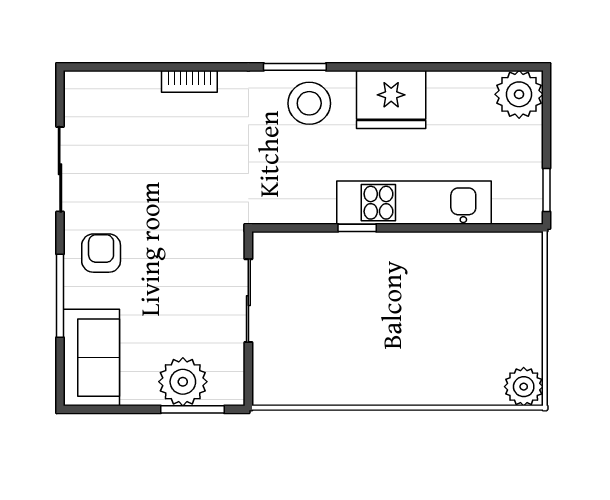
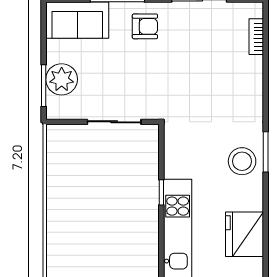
bookcase: (189, 81) -> (256, 37), moved
fridge: (391, 99) -> (244, 234), moved

